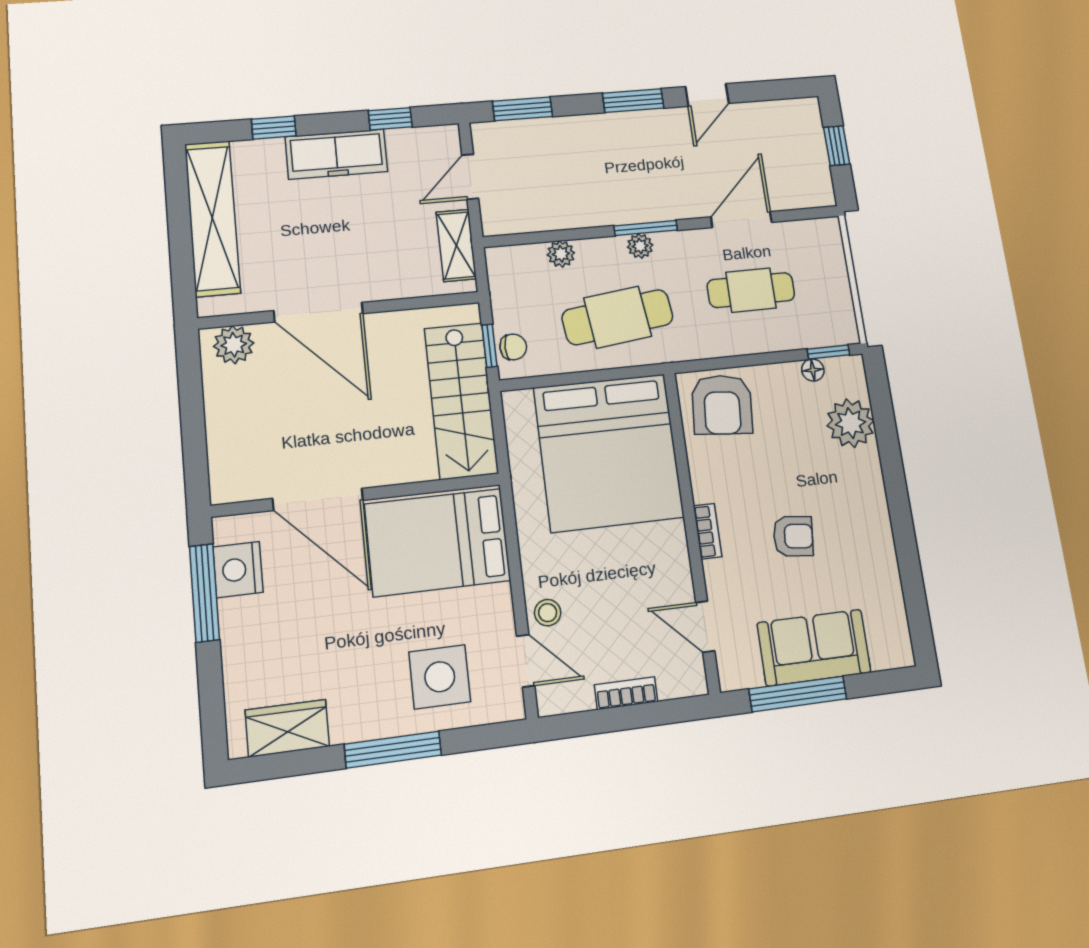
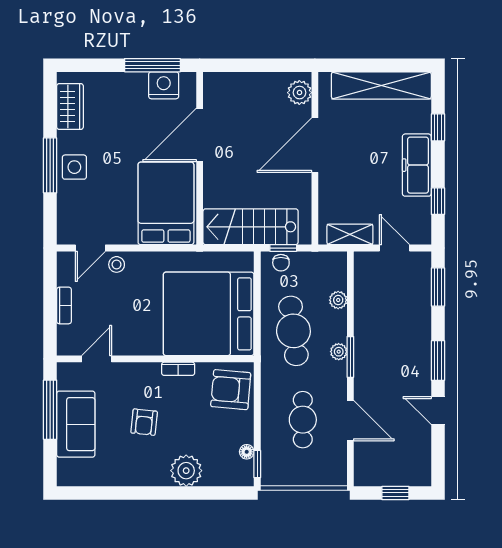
plant: (850, 423) -> (186, 471), moved
bookcase: (708, 531) -> (178, 369), moved
side table: (440, 677) -> (74, 167), moved, width x0.73, depth x0.73

